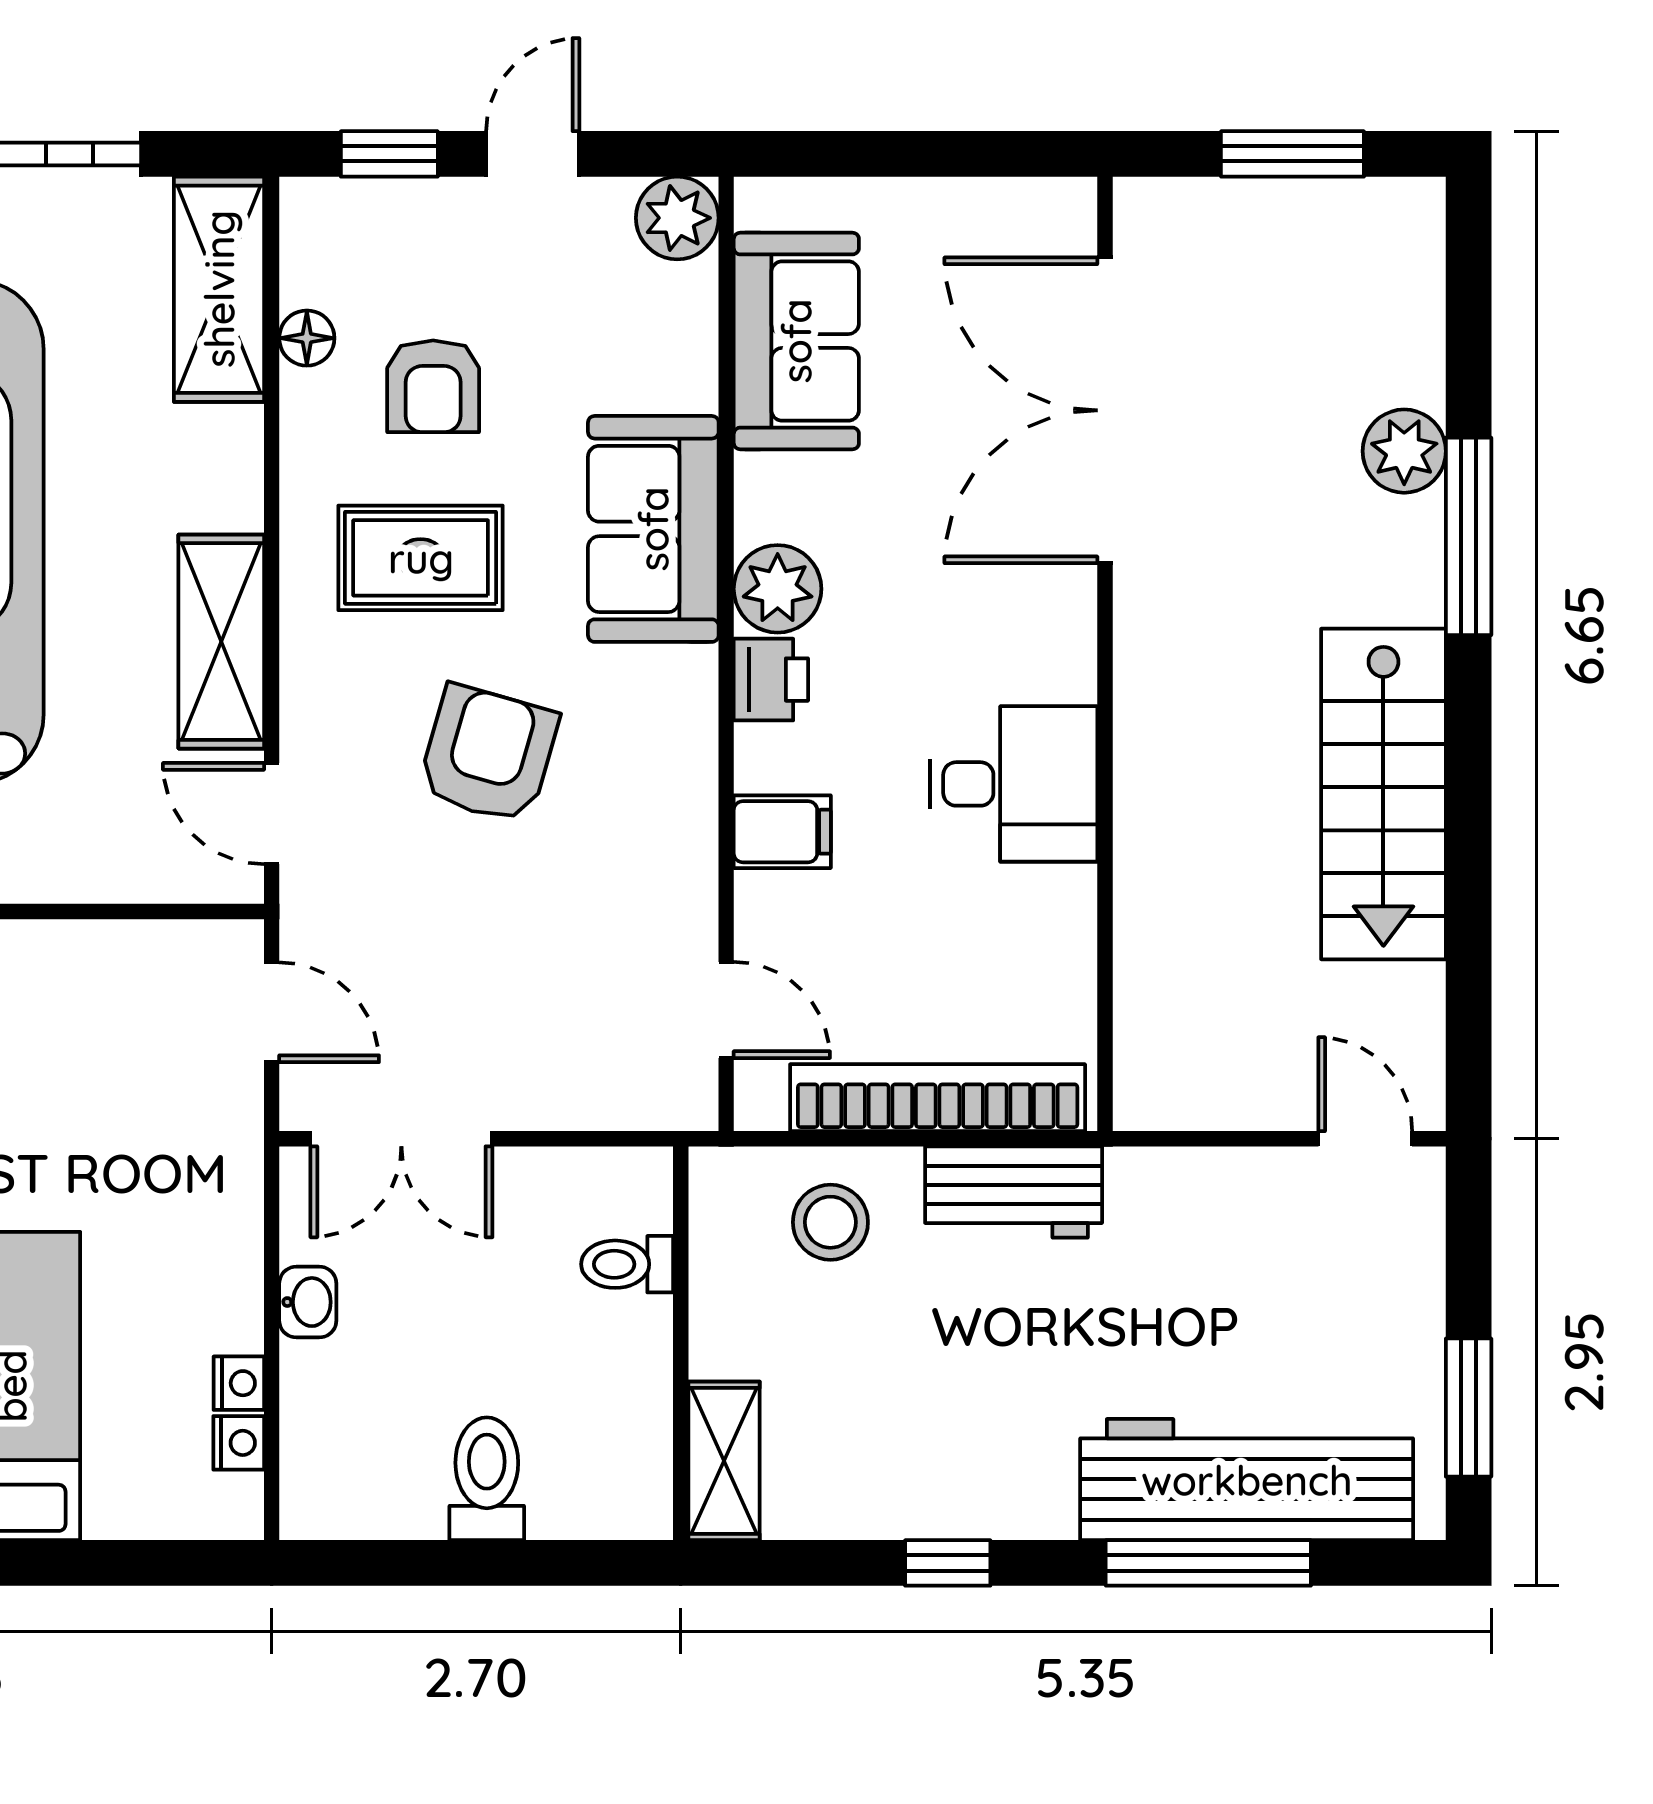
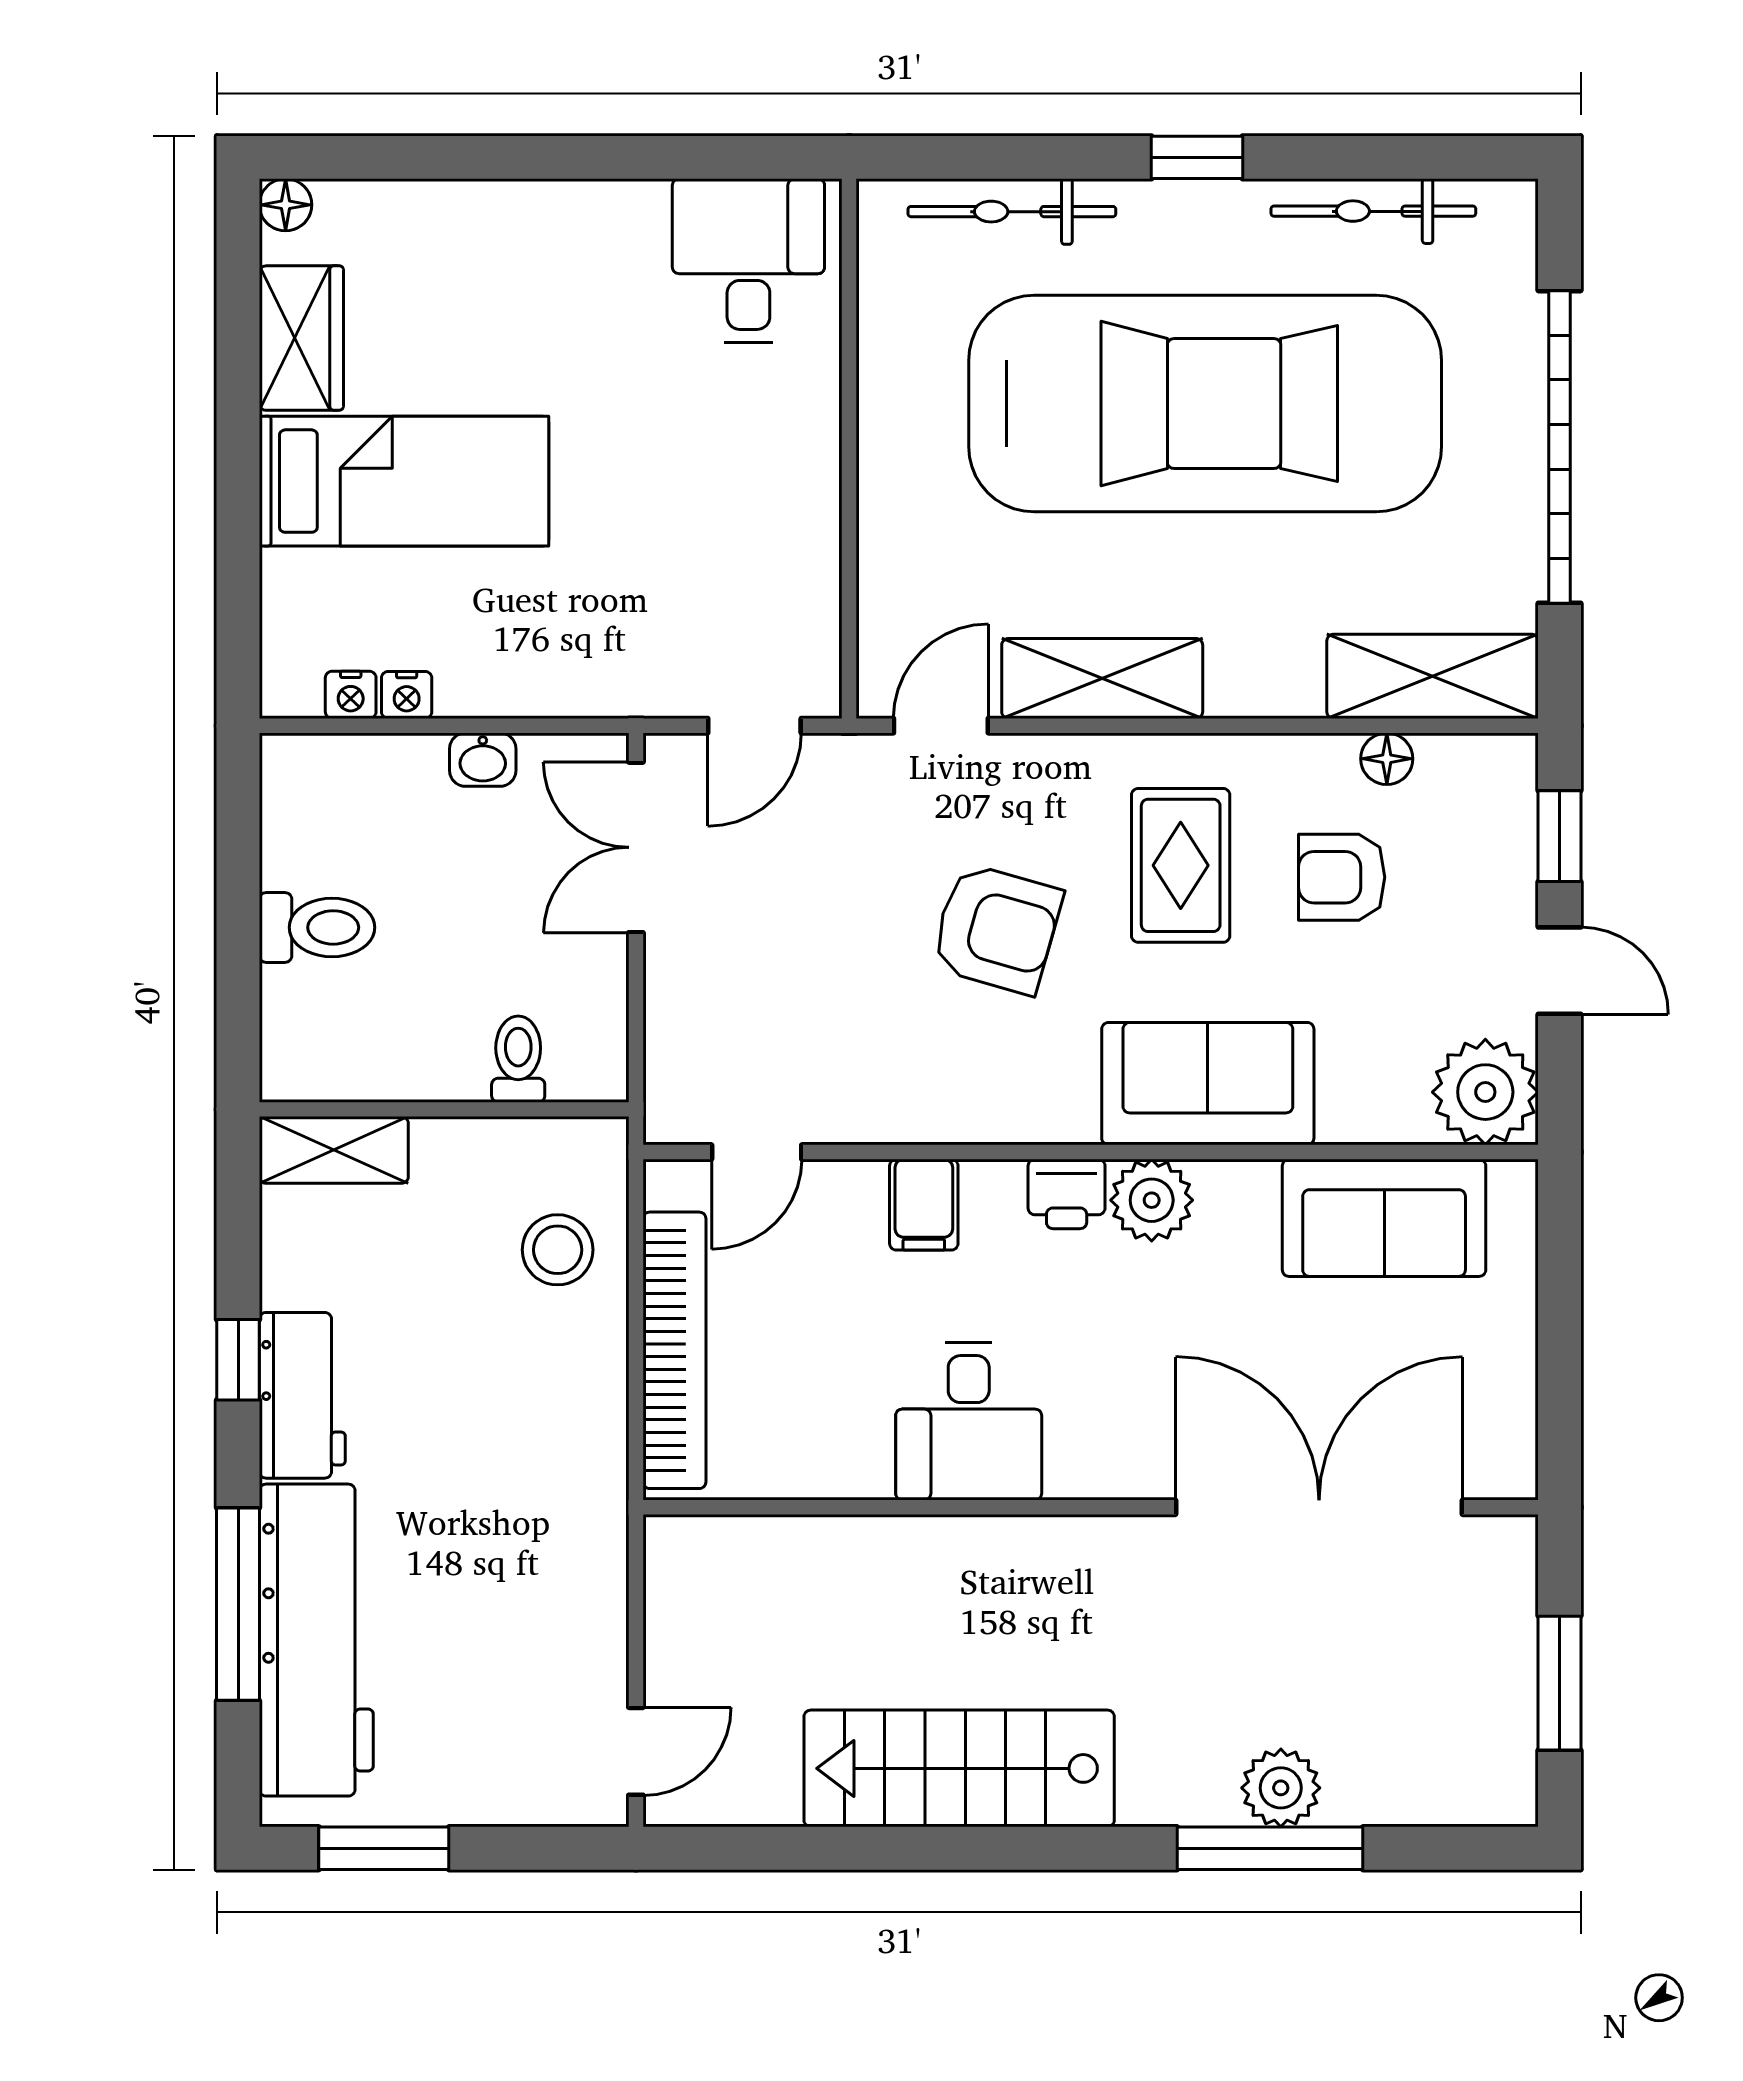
plant: (677, 218) -> (1485, 1092), width x1.36, depth x1.36
window: (1469, 536) -> (1270, 1848), moved
workbench: (1014, 1192) -> (302, 1395), moved, turned 180

